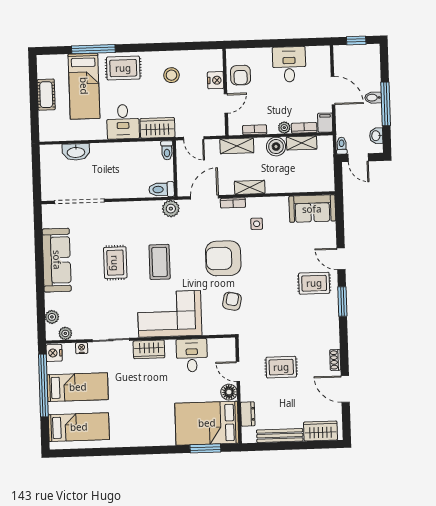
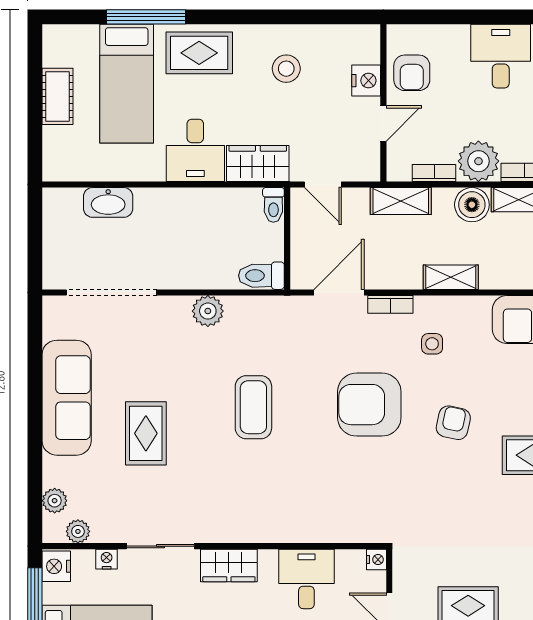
plant: (284, 128) -> (478, 161), width x1.88, depth x1.88
shelving: (250, 187) -> (451, 277), moved
plant: (171, 209) -> (208, 311), moved
rug: (115, 263) -> (146, 433), moved
armchair: (232, 301) -> (453, 423), moved
corner sofa: (170, 314) -> (269, 502), removed
nightstand: (230, 343) -> (376, 560), added

